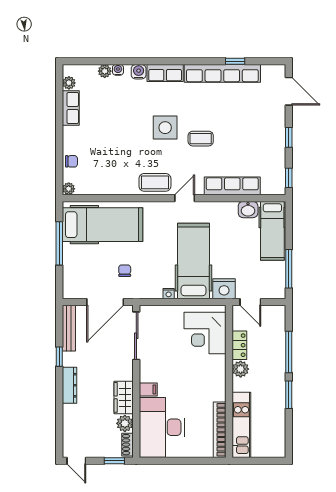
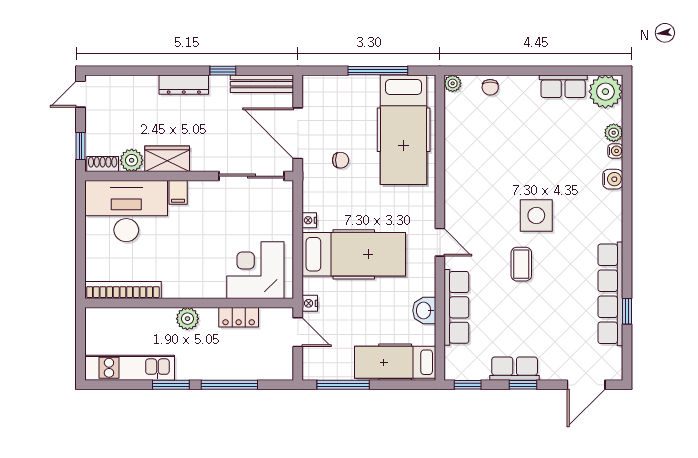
row of seats: (165, 73) -> (515, 369), moved, turned 90
plant: (69, 83) -> (605, 92), width x1.87, depth x1.87
coffee table: (155, 182) -> (461, 202), removed
washbasin: (248, 210) -> (424, 310), moved
nightstand: (224, 289) -> (310, 303), width x0.53, depth x0.56
door: (250, 302) -> (298, 332), swing flipped
plant: (241, 369) -> (187, 319), moved
kitchen unit: (241, 425) -> (130, 368), moved, turned 180

